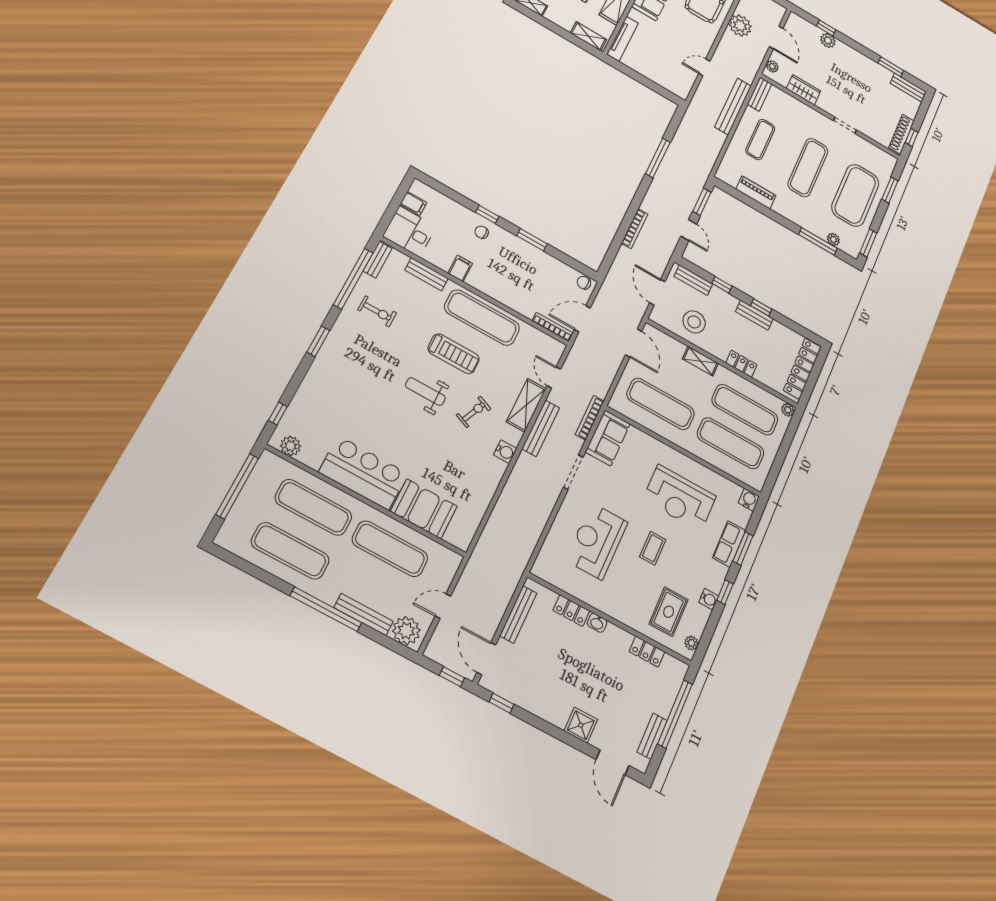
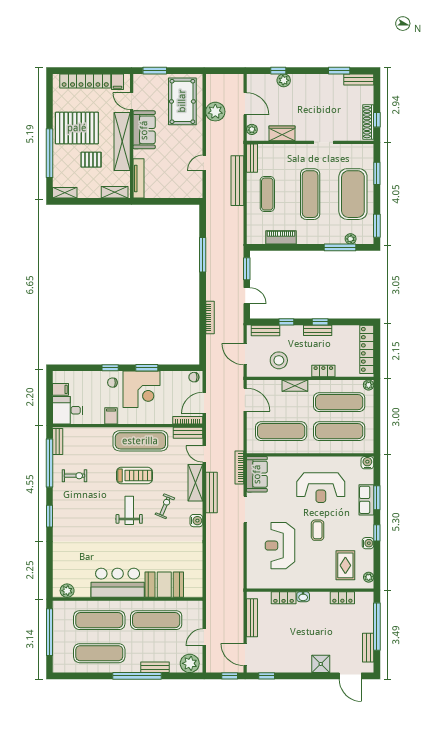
corner desk: (513, 260) -> (142, 389), added
bench: (427, 274) -> (188, 433), moved
weight bench: (425, 392) -> (129, 510), turned 90
window: (278, 414) -> (50, 575), removed
bench: (363, 615) -> (155, 667), width x0.73

